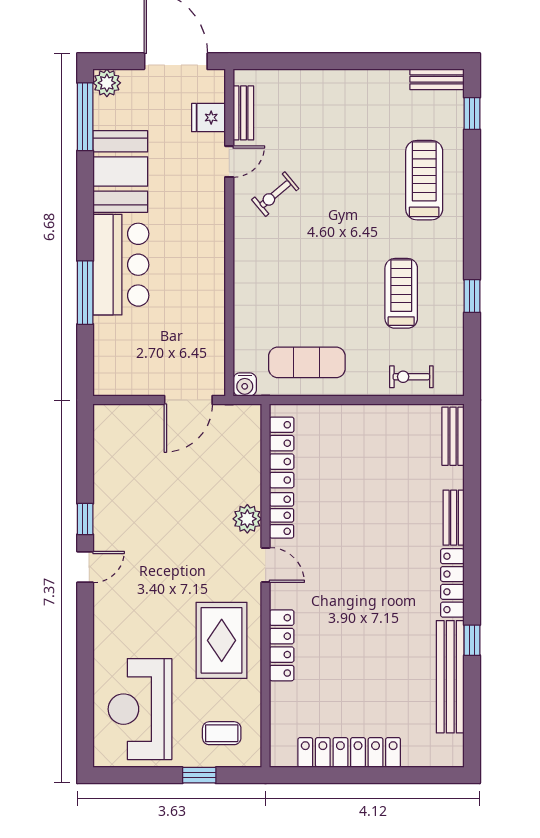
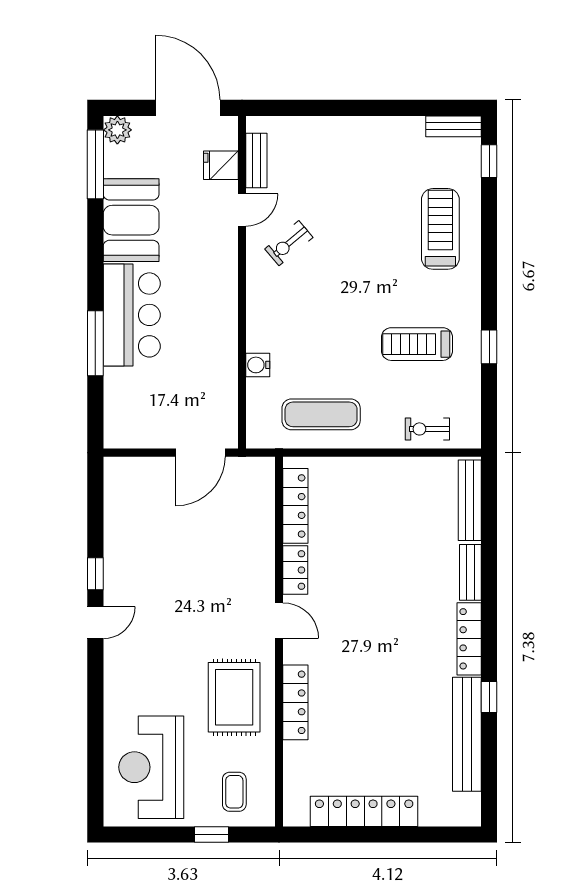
treadmill: (401, 293) -> (417, 344), turned -90
water cooler: (245, 384) -> (258, 365), moved, turned 90
bench: (453, 436) -> (470, 500), width x1.36
plant: (247, 519) -> (260, 574), removed
coffee table: (222, 733) -> (234, 792), turned 90

